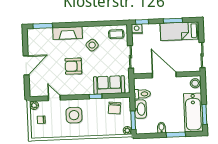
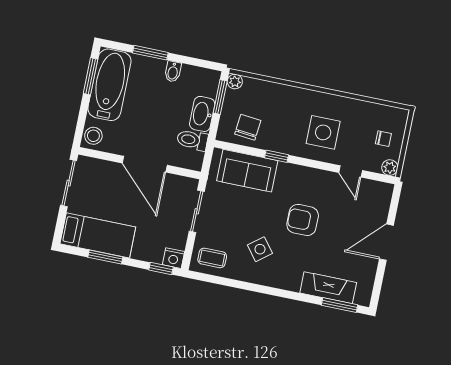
fireplace: (68, 33) -> (328, 288), moved
armchair: (73, 66) -> (303, 220), turned 180

